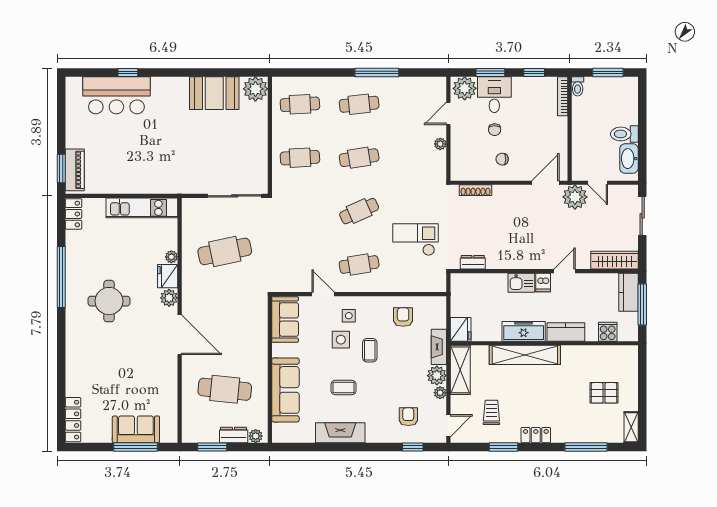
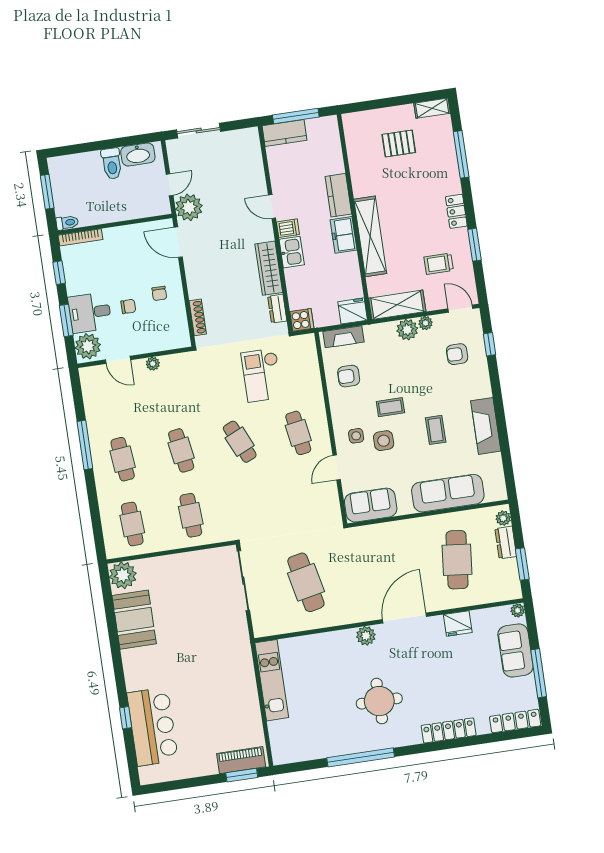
locker: (74, 214) -> (449, 730), moved, width x1.53
plant: (171, 257) -> (518, 610), moved
wardrobe: (615, 260) -> (269, 268), moved
fridge: (168, 276) -> (458, 624), moved
freezer: (524, 331) -> (344, 235), width x0.71
cooker: (608, 332) -> (302, 320), moved, turned 180
fireplace: (439, 347) -> (344, 337), moved
pallet: (604, 393) -> (399, 143), turned 90
window: (135, 447) -> (539, 673), moved

